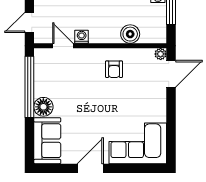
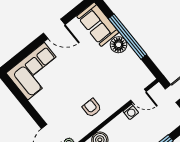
window: (29, 87) -> (127, 37), moved
door: (90, 168) -> (54, 29), hinge flipped

